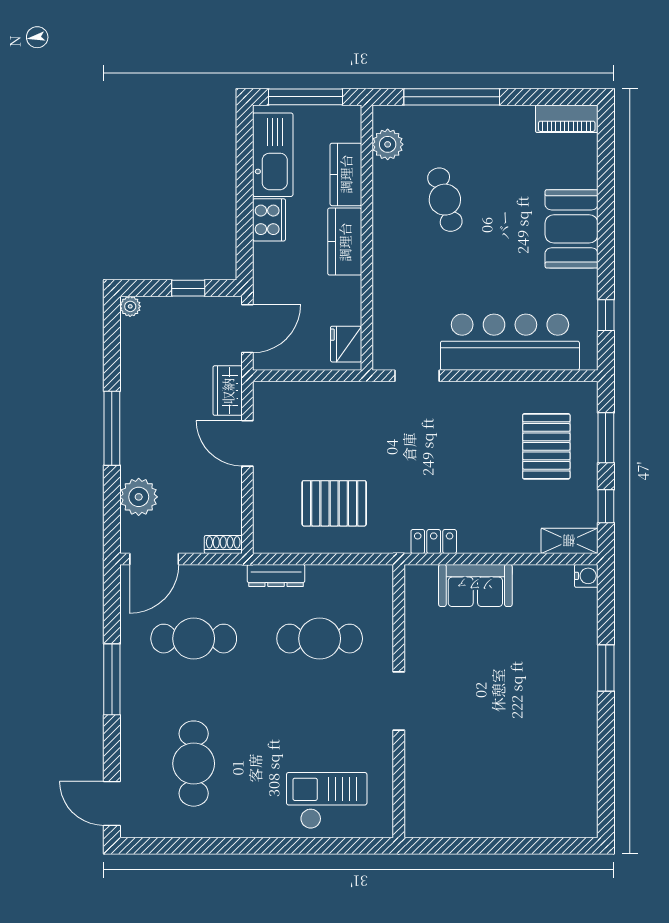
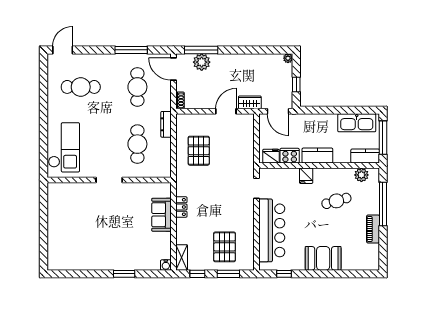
piano: (567, 119) -> (373, 229), moved
kitchen counter: (346, 174) -> (365, 156), moved
cooker: (269, 220) -> (290, 156), moved, turned 180
fridge: (389, 266) -> (306, 176), added
window: (112, 428) -> (201, 50), moved
pallet: (546, 446) -> (225, 247), turned 90
locker: (434, 542) -> (181, 207), moved
window: (112, 679) -> (131, 50), moved
checkout: (327, 801) -> (64, 147), width x1.36, depth x1.21

